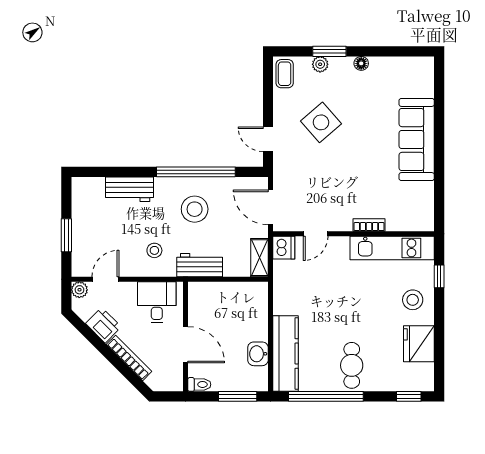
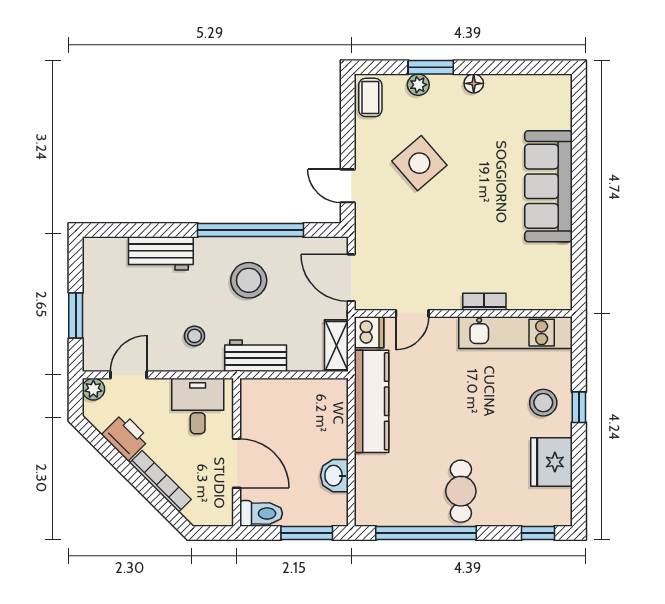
window: (439, 276) -> (579, 407), moved
kitchen counter: (286, 353) -> (372, 401), moved
toilet: (199, 384) -> (261, 513), width x1.37, depth x1.39

